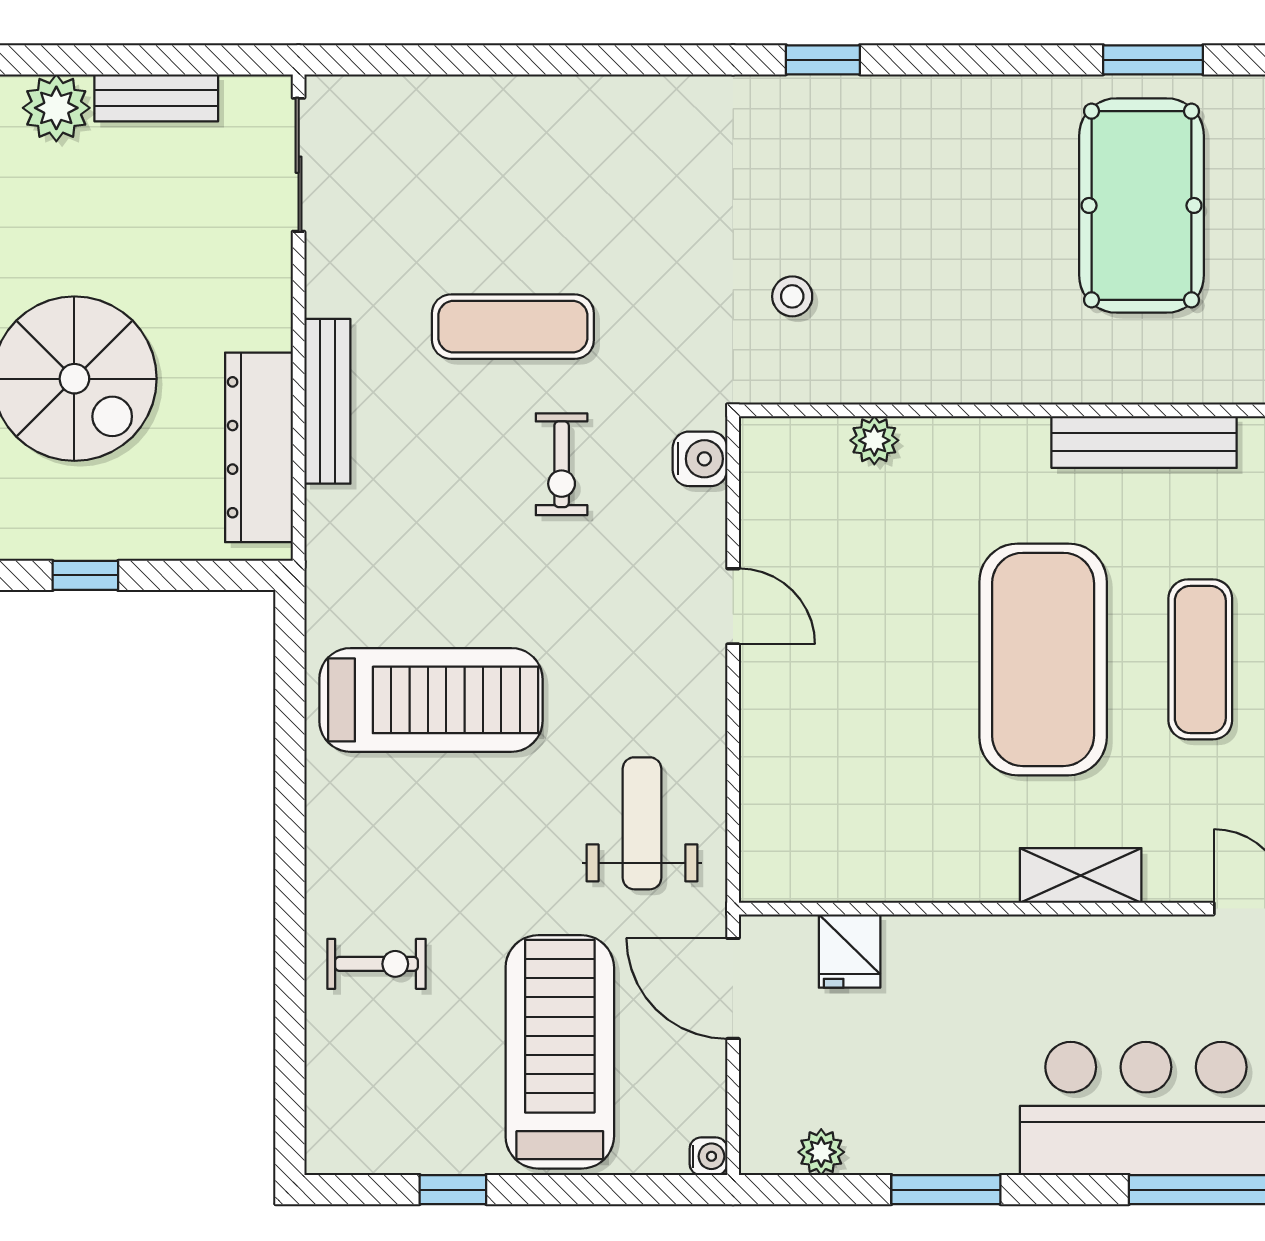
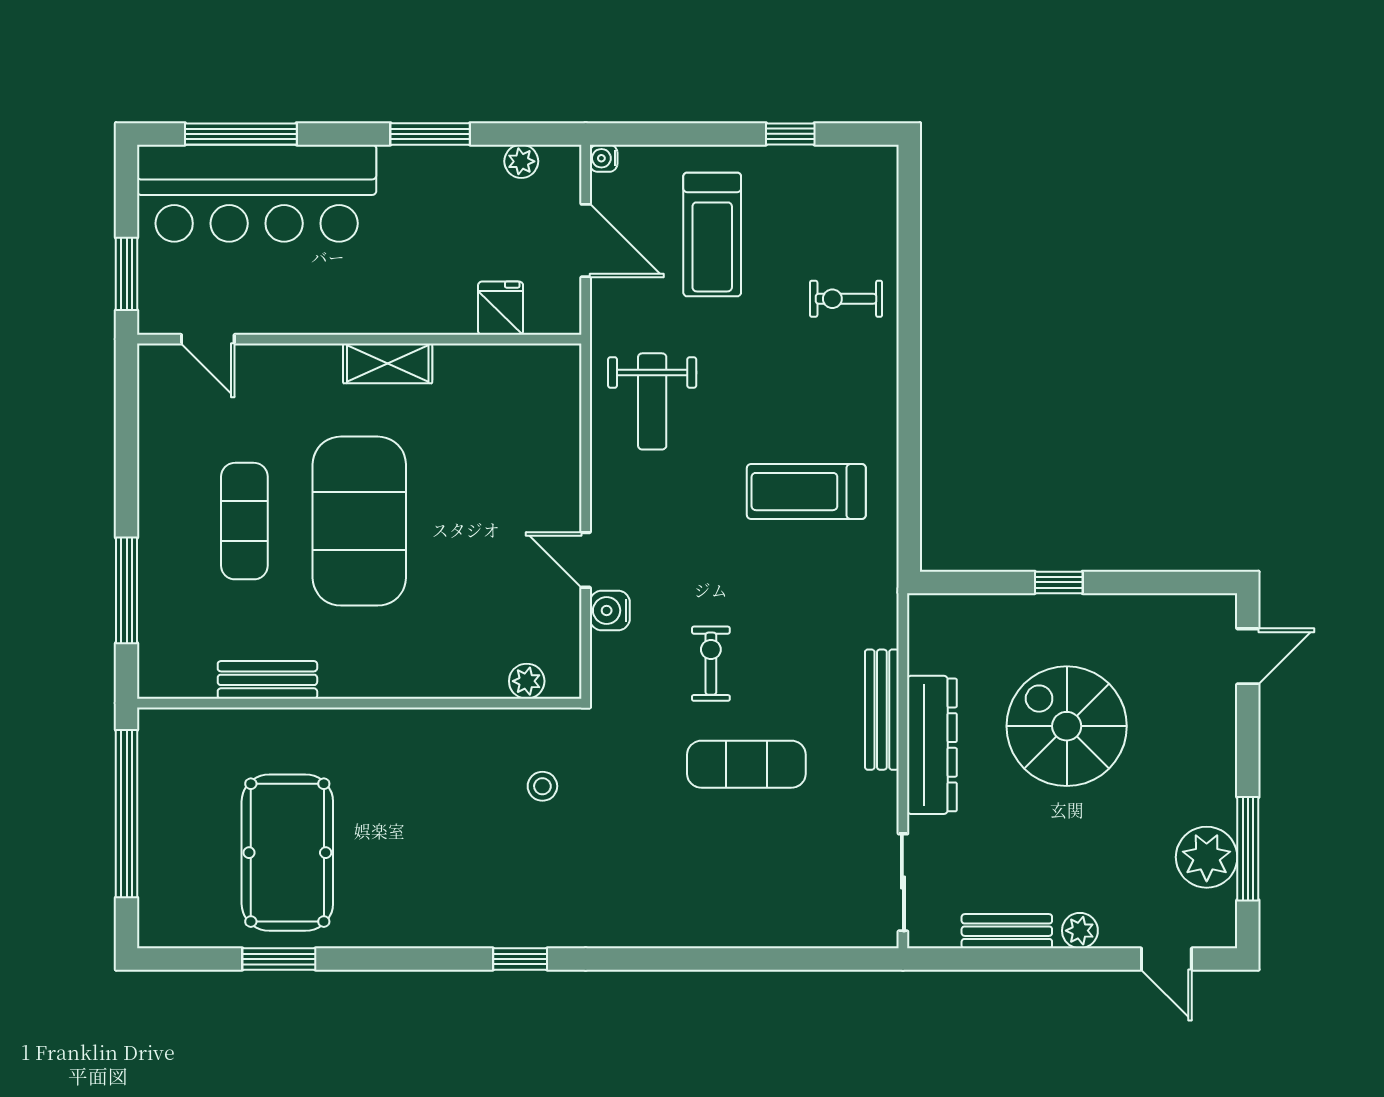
plant: (56, 108) -> (1080, 931), width x0.73, depth x0.73
plant: (874, 440) -> (527, 681), moved
bench: (1144, 442) -> (267, 680), width x0.73
dresser: (259, 447) -> (932, 745), moved
water cooler: (700, 459) -> (610, 610), moved
treadmill: (431, 700) -> (806, 492), width x0.73, depth x0.73
shelving: (1081, 875) -> (388, 363), moved
door: (733, 988) -> (586, 241), moved
treadmill: (560, 1052) -> (712, 234), width x0.73, depth x0.73

